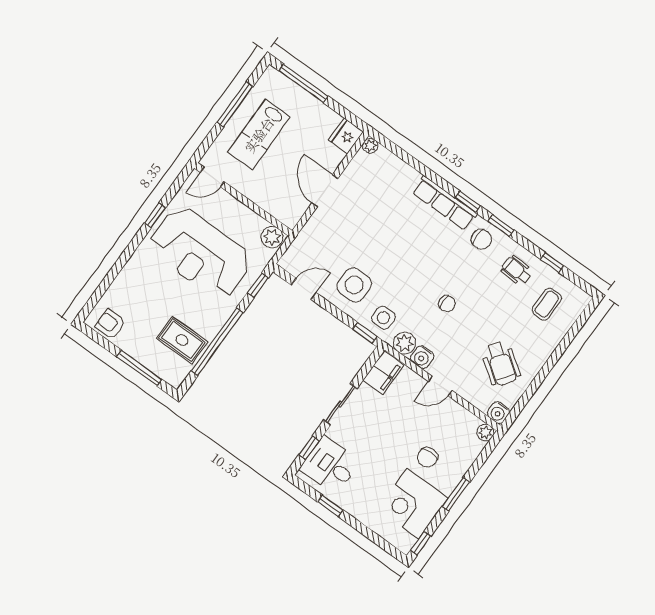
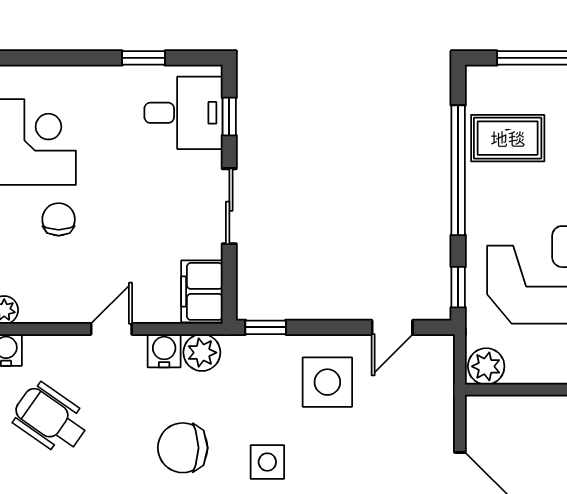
chair: (447, 304) -> (183, 448), width x1.87, depth x1.87
side table: (383, 318) -> (267, 462), moved

